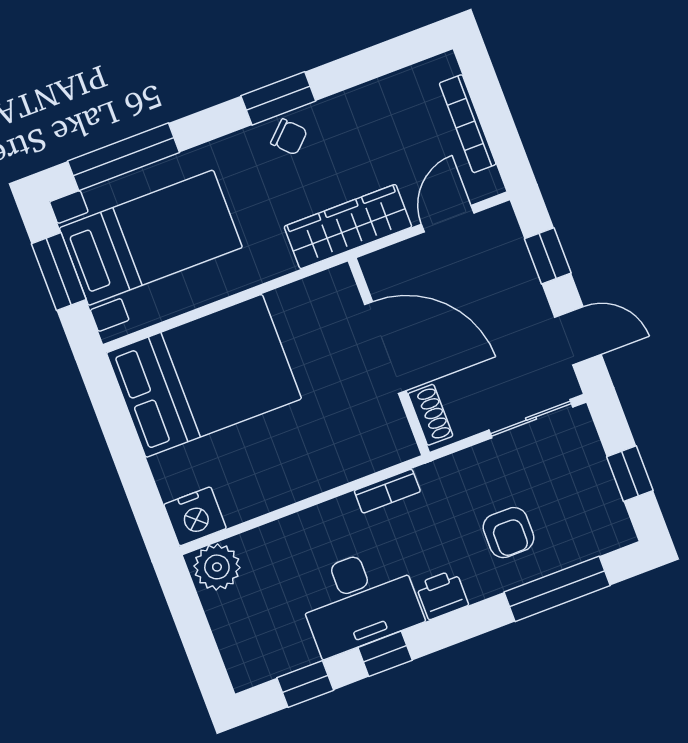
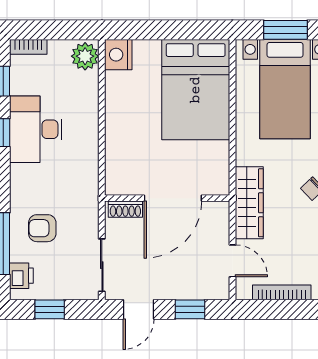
bookcase: (387, 491) -> (28, 47), moved, turned -90
printer: (442, 595) -> (21, 276), moved

